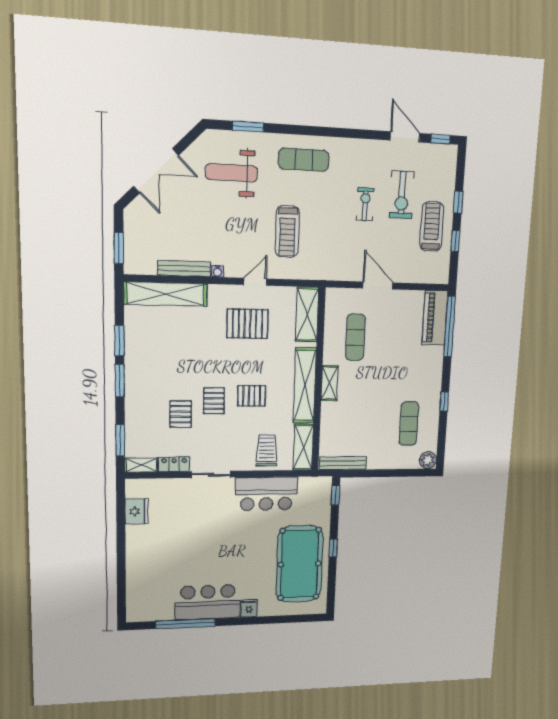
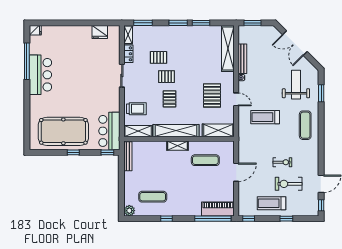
treadmill: (432, 227) -> (271, 203), turned 180
window: (455, 241) -> (249, 219), moved
bar counter: (266, 494) -> (109, 131), moved
fridge: (249, 608) -> (35, 30), moved

